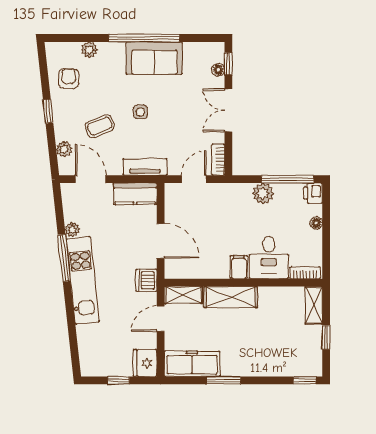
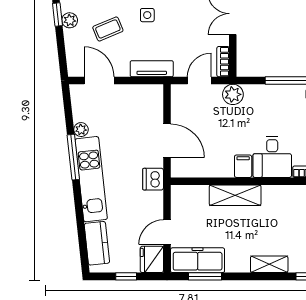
plant: (64, 149) -> (70, 20), moved
plant: (263, 193) -> (233, 94), moved
kitchen counter: (135, 194) -> (97, 243), moved, turned -96
shelving: (183, 295) -> (269, 264), moved
door: (161, 319) -> (167, 232), moved
window: (224, 380) -> (205, 276), moved

